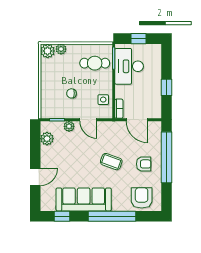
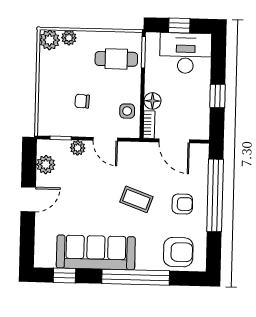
desk: (129, 66) -> (186, 53), moved, turned 90
floor lamp: (121, 92) -> (152, 101), added
door: (35, 177) -> (28, 199), moved
armchair: (142, 198) -> (178, 252), turned 90

